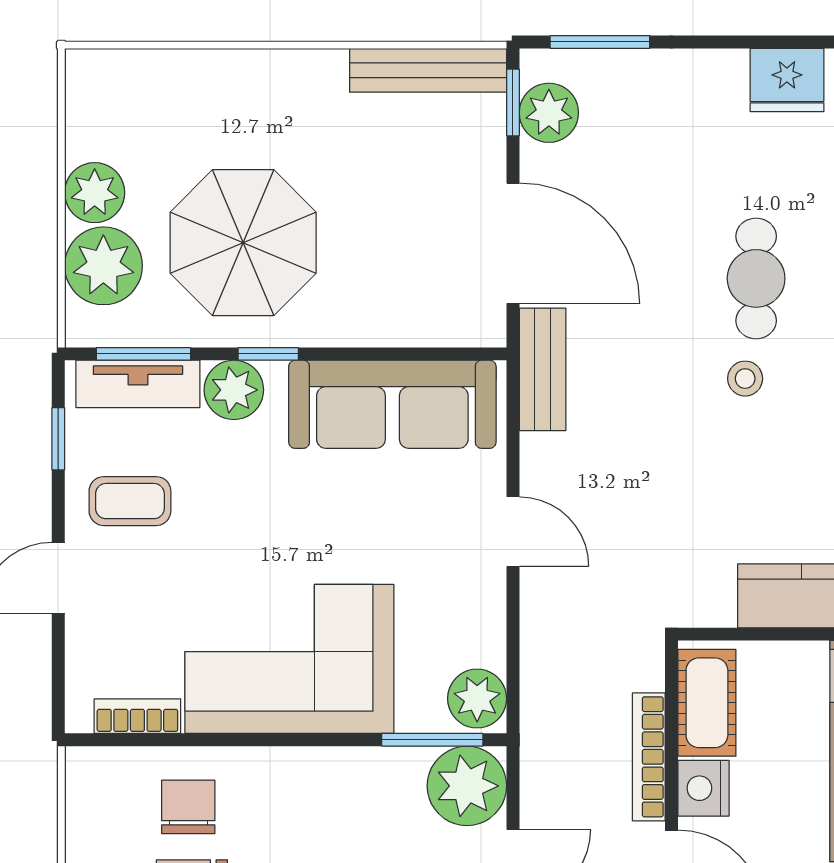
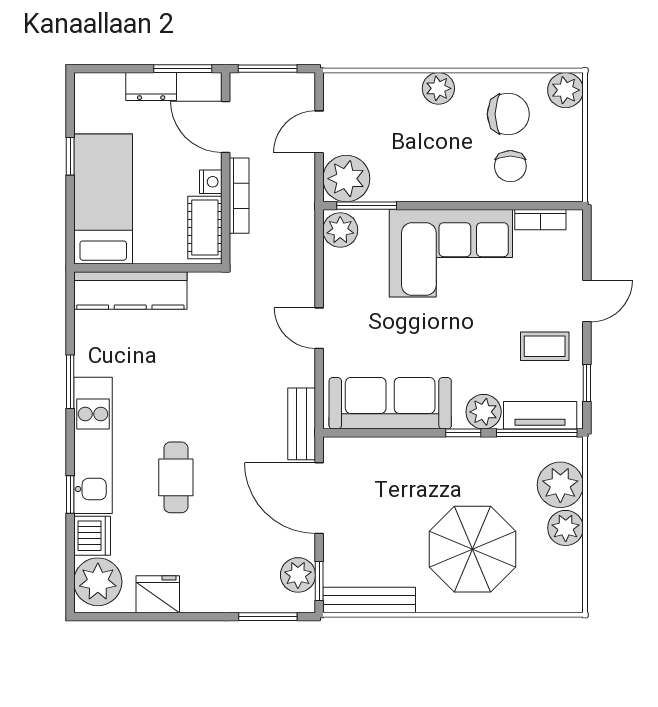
parasol: (243, 243) -> (472, 549), moved
window: (143, 354) -> (537, 433), width x1.44
stool: (745, 379) -> (182, 418), removed
nightstand: (703, 788) -> (211, 182), width x0.72, depth x0.74

